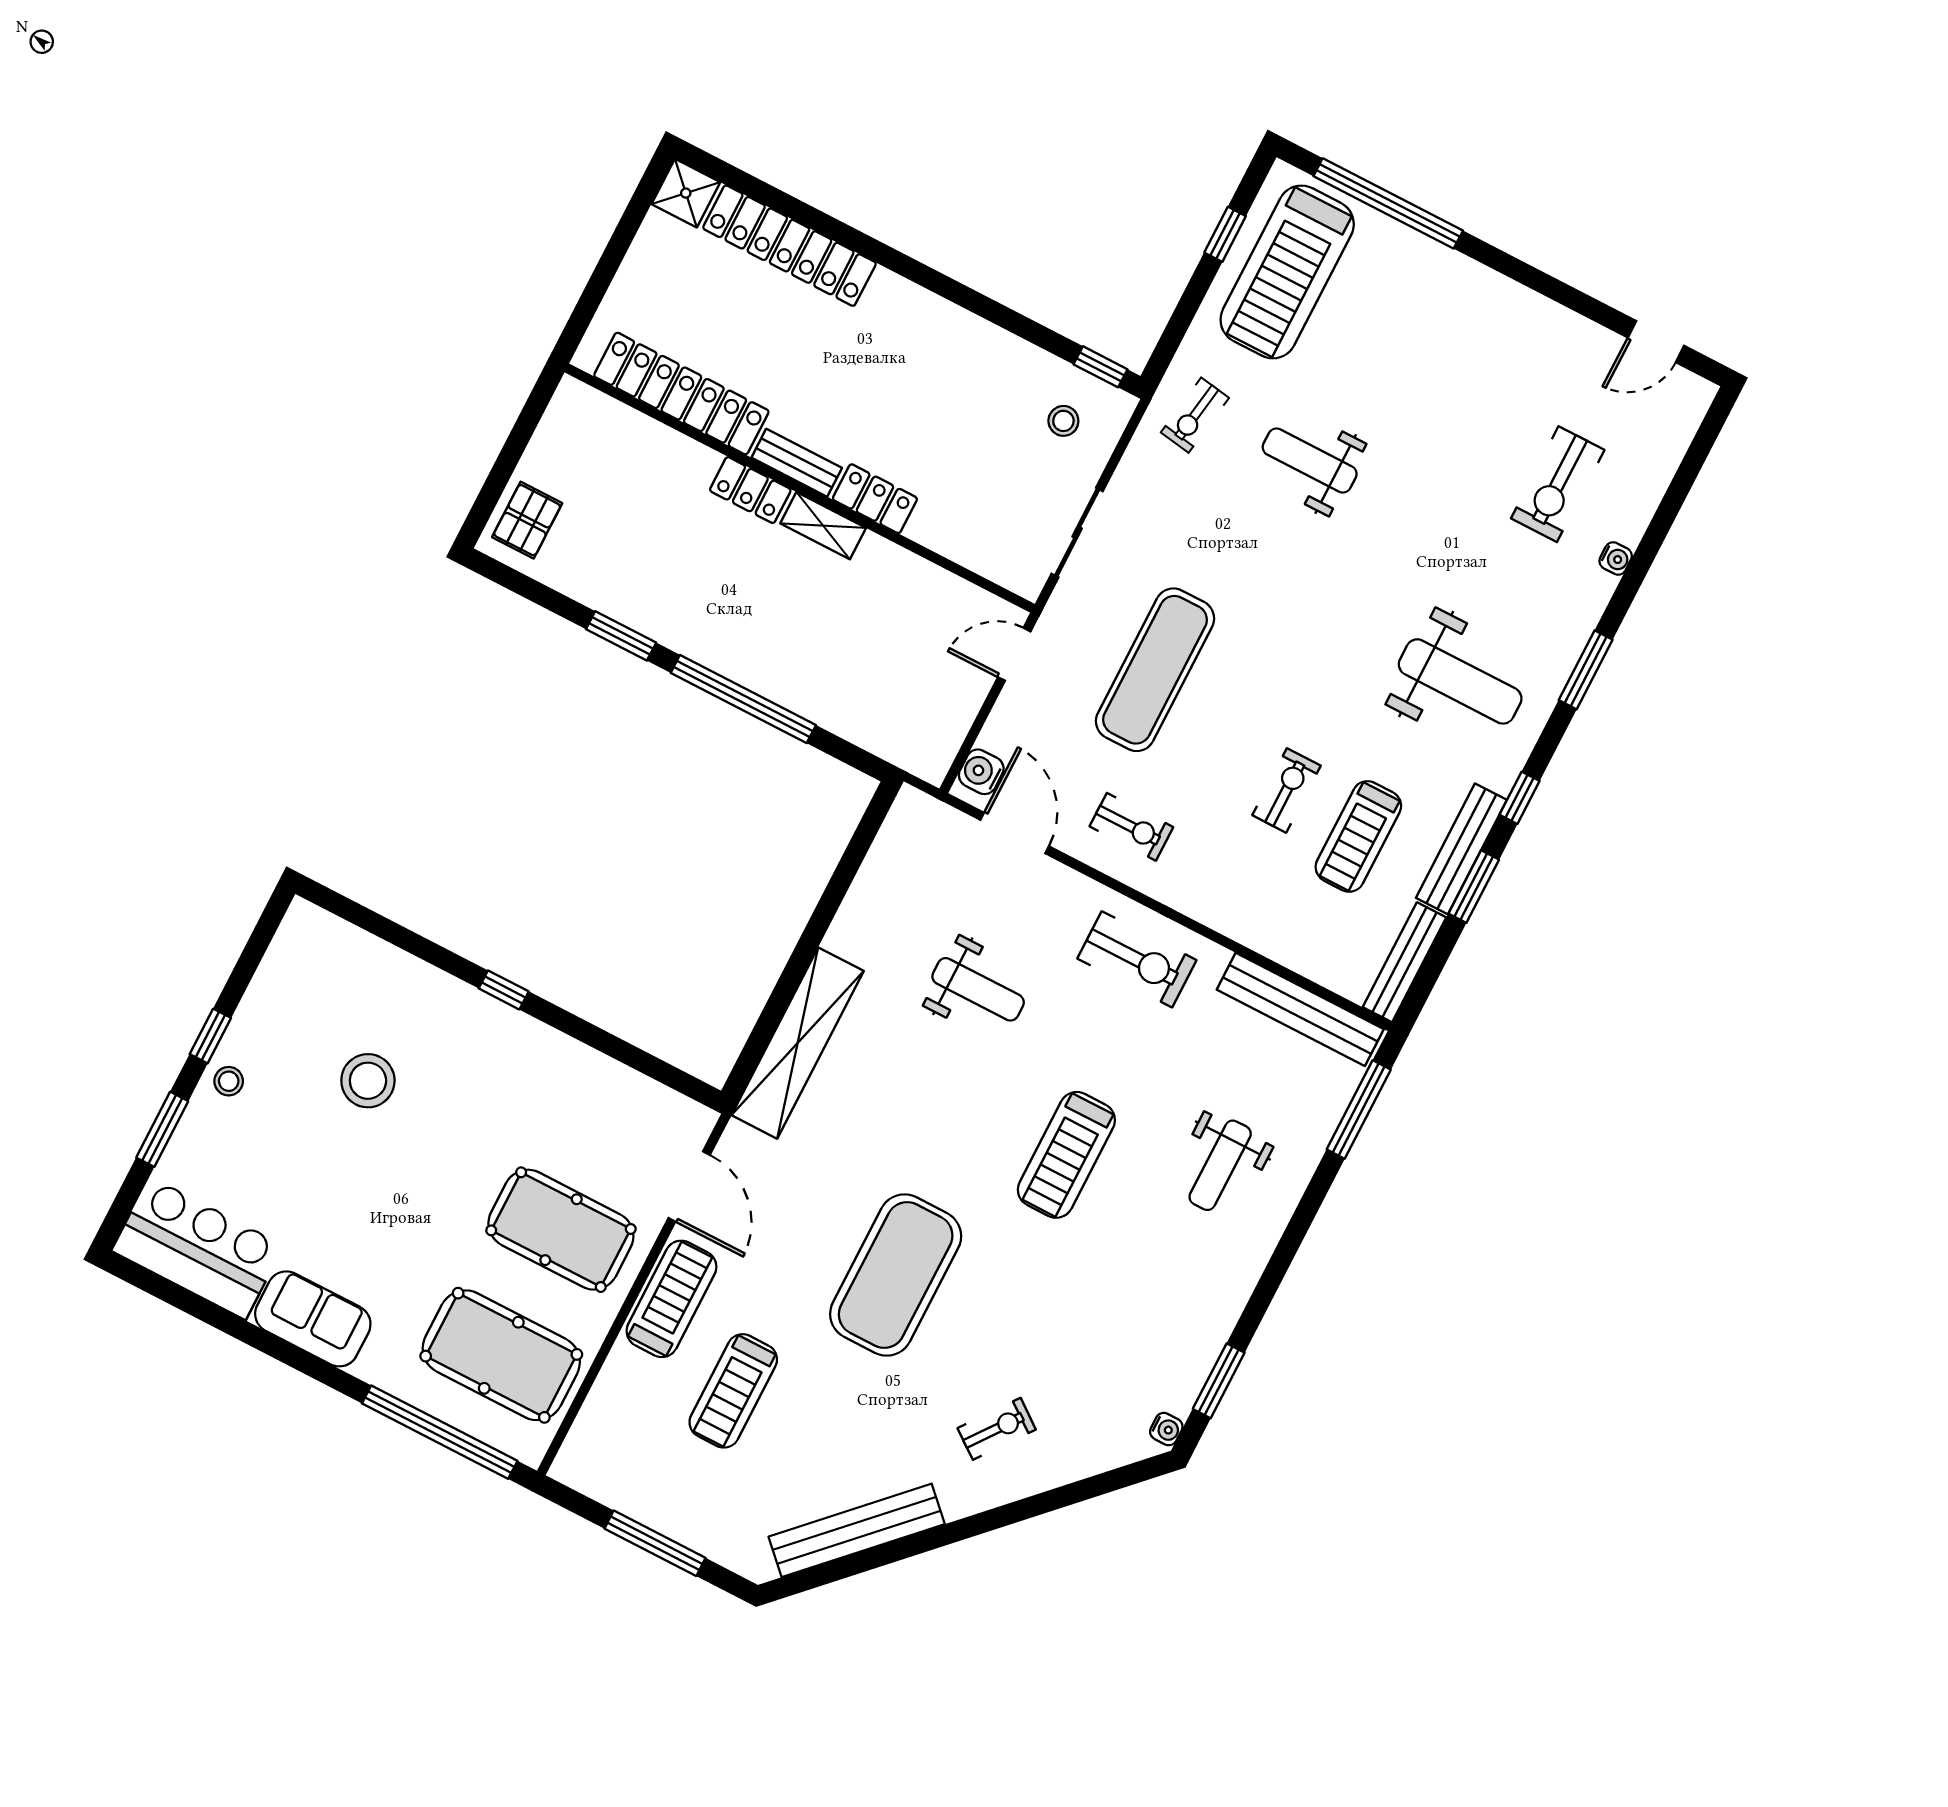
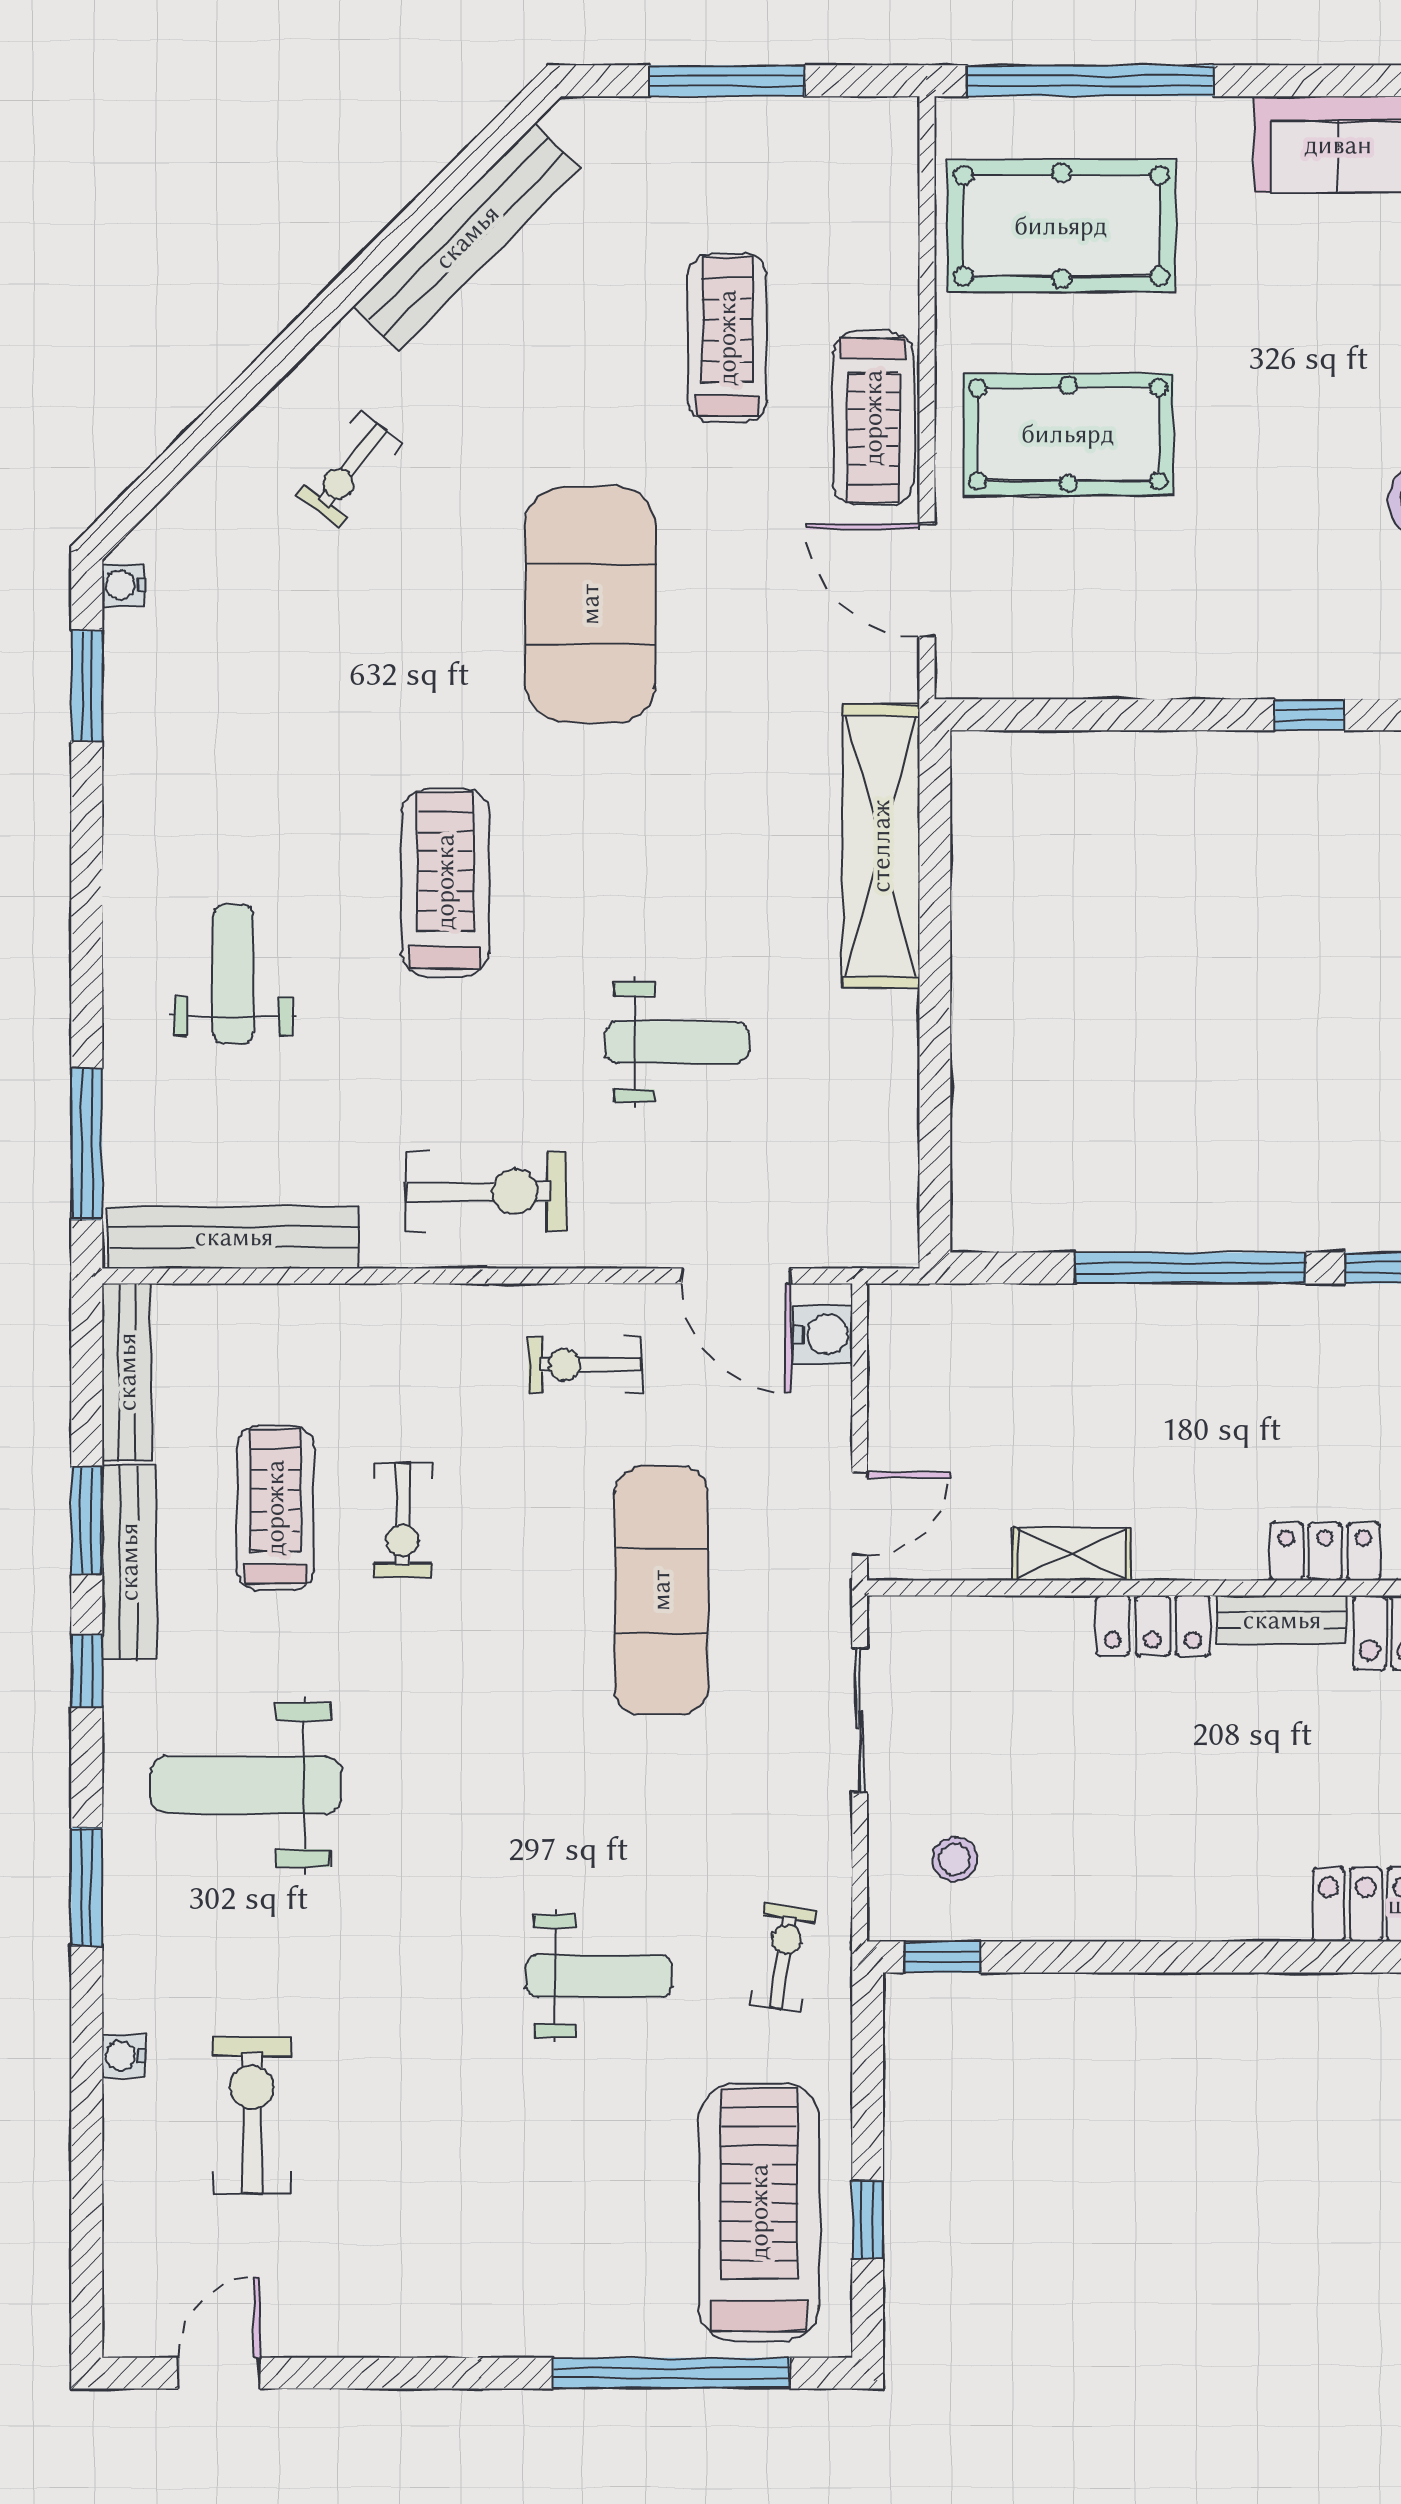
shelving: (823, 526) -> (1071, 1554), moved
exercise bike: (1137, 959) -> (486, 1192), turned 180
weight bench: (978, 989) -> (677, 1042), turned 180

